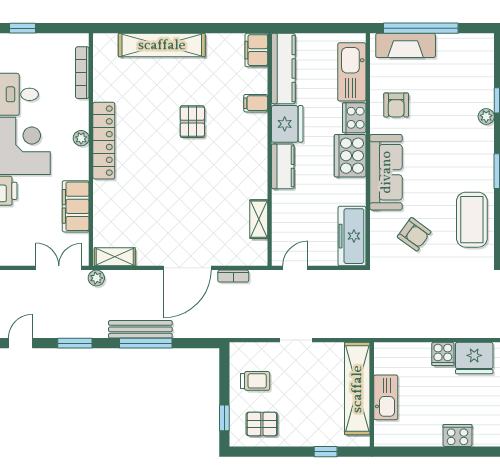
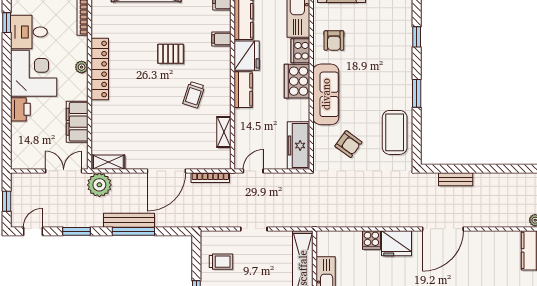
plant: (486, 116) -> (406, 50), removed
pallet: (192, 122) -> (171, 54), turned 90
trolley: (221, 173) -> (194, 95), added
bookcase: (233, 276) -> (210, 178), width x1.56
plant: (96, 278) -> (99, 185), width x1.88, depth x1.88

